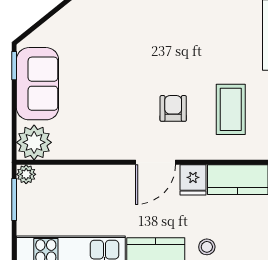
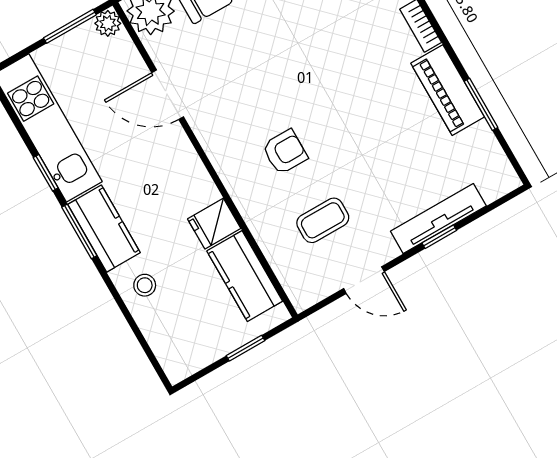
coffee table: (231, 109) -> (323, 220), width x0.73, depth x0.77
door: (156, 162) -> (168, 95), moved

